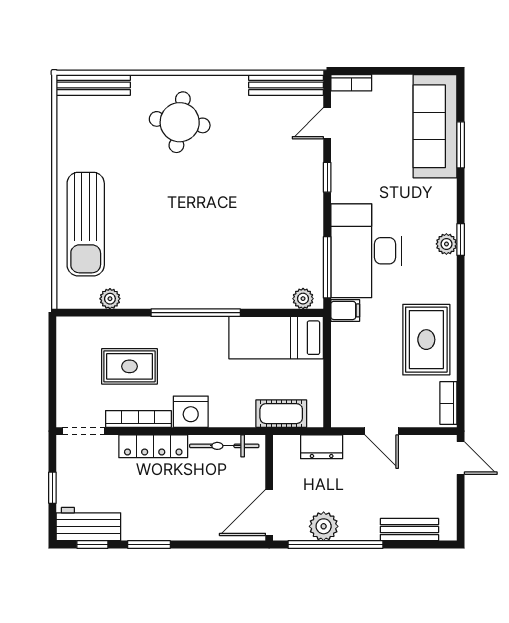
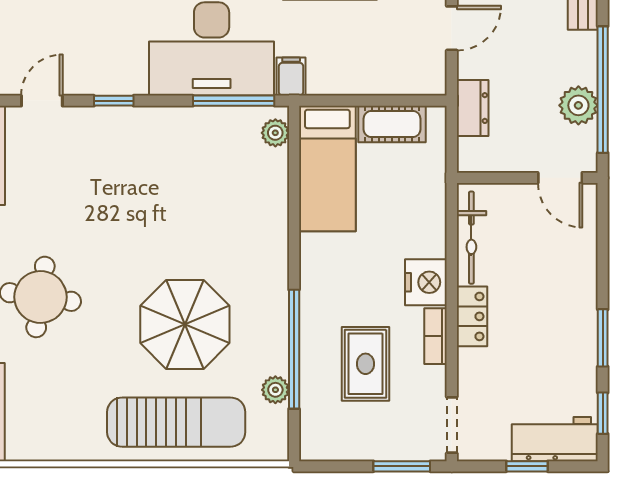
door: (327, 123) -> (42, 101), swing flipped
parasol: (159, 231) -> (185, 324), added
window: (196, 313) -> (294, 349), moved
window: (52, 394) -> (402, 466), added
cot: (281, 414) -> (392, 124), moved, turned 90
bookcase: (138, 419) -> (435, 336), width x0.64
locker: (153, 446) -> (472, 316), width x0.66
door: (269, 513) -> (560, 178), width x0.73
workbench: (88, 524) -> (555, 439), moved, turned 90

